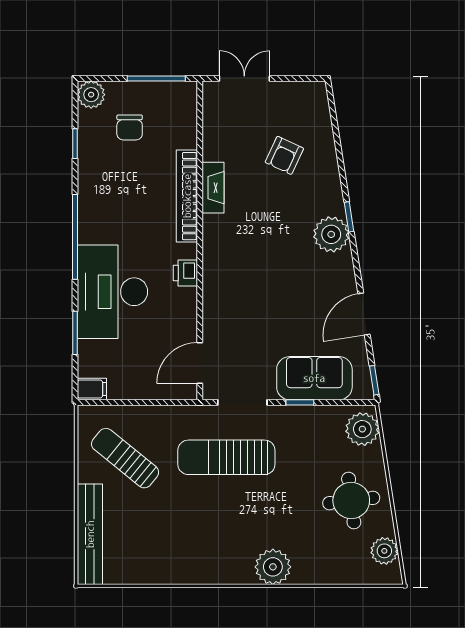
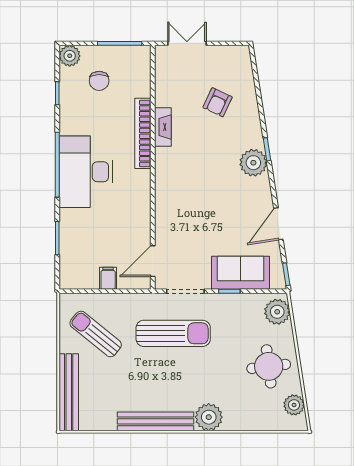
printer: (185, 273) -> (142, 192), removed
desk: (112, 292) -> (86, 172), moved
filing cabinet: (92, 389) -> (108, 278), moved, turned -90
sun lounger: (226, 457) -> (173, 333), turned 180
bench: (203, 572) -> (155, 421), added

